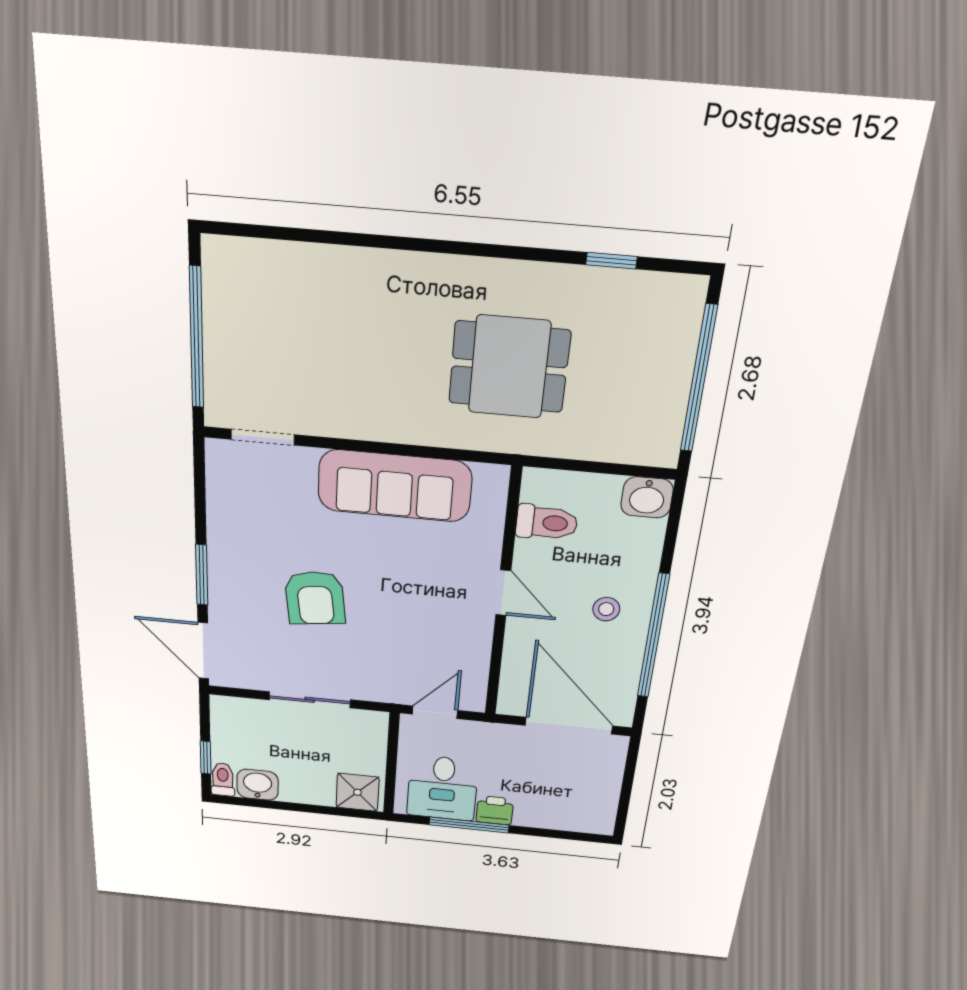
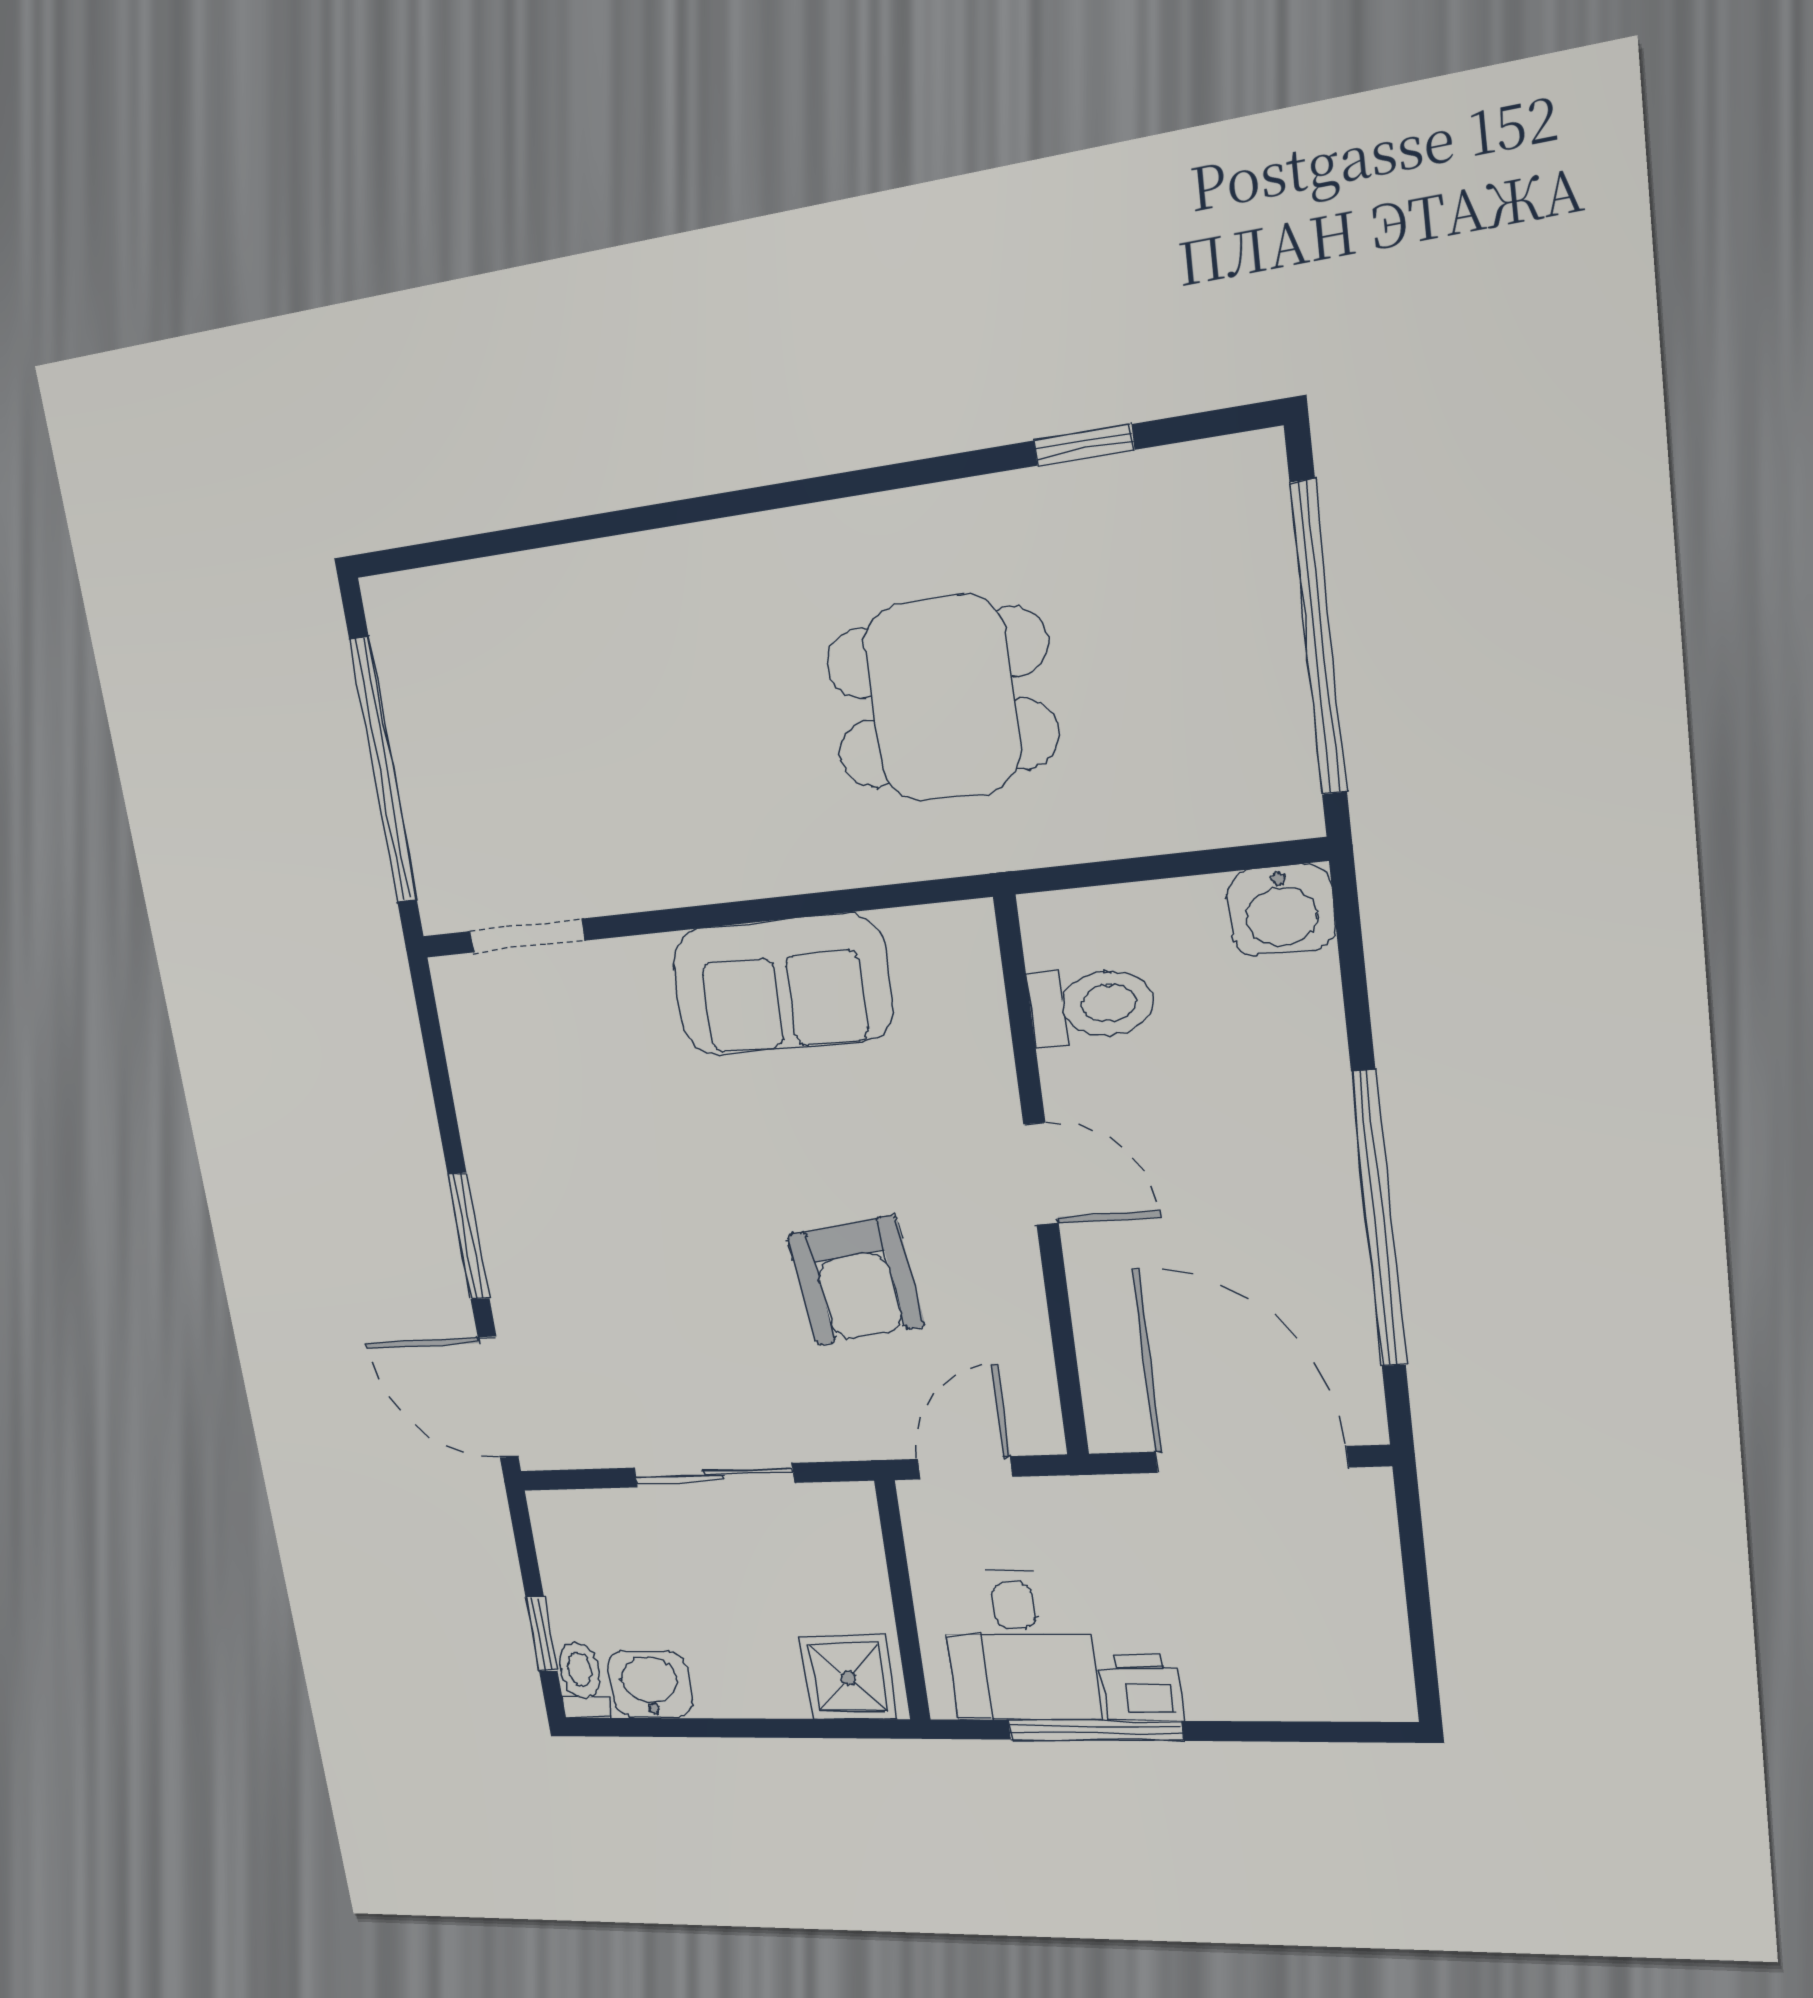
sofa: (395, 486) -> (782, 985), width x0.73
armchair: (315, 598) -> (856, 1281), moved
stool: (606, 609) -> (1262, 1174), removed

